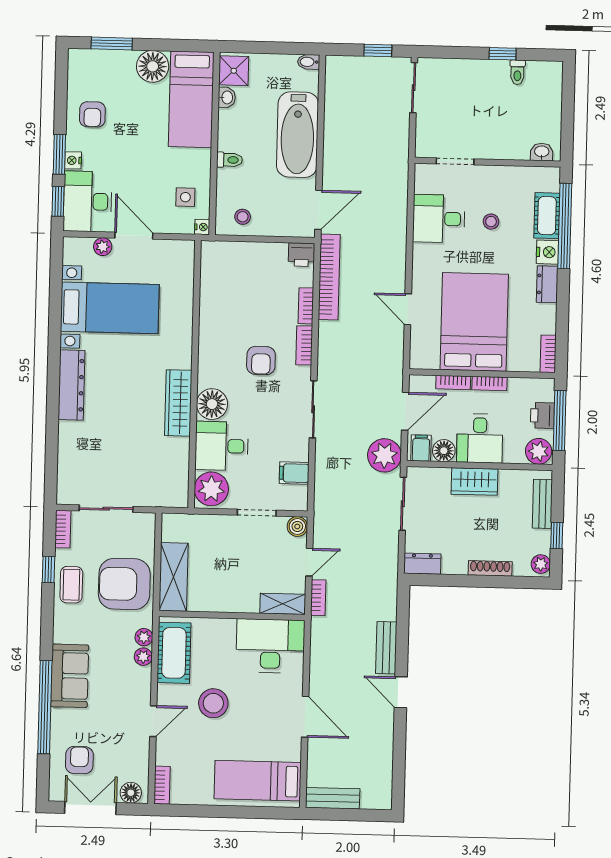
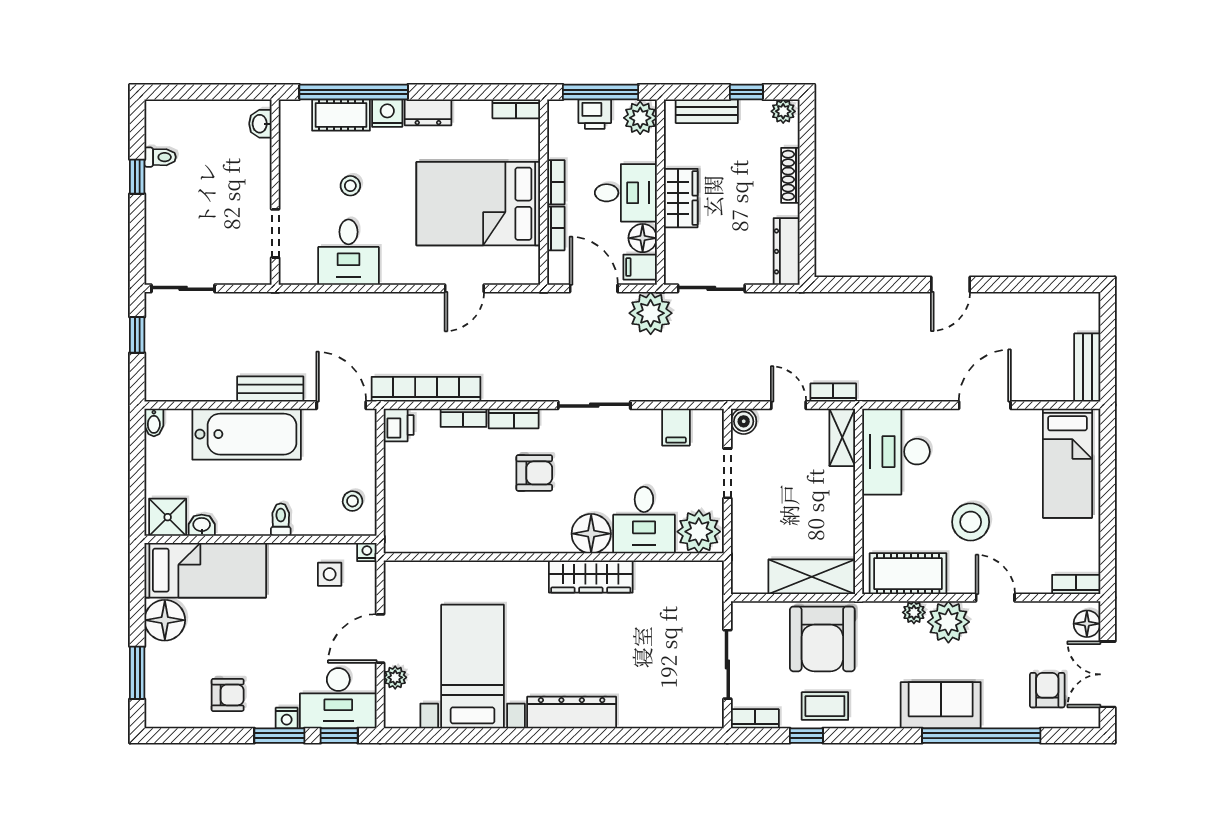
dresser: (422, 564) -> (787, 251), width x1.44
plant: (144, 637) -> (948, 622), moved, width x1.87, depth x1.87
bench: (386, 648) -> (270, 389), moved
armchair: (79, 760) -> (1047, 690), turned 90

